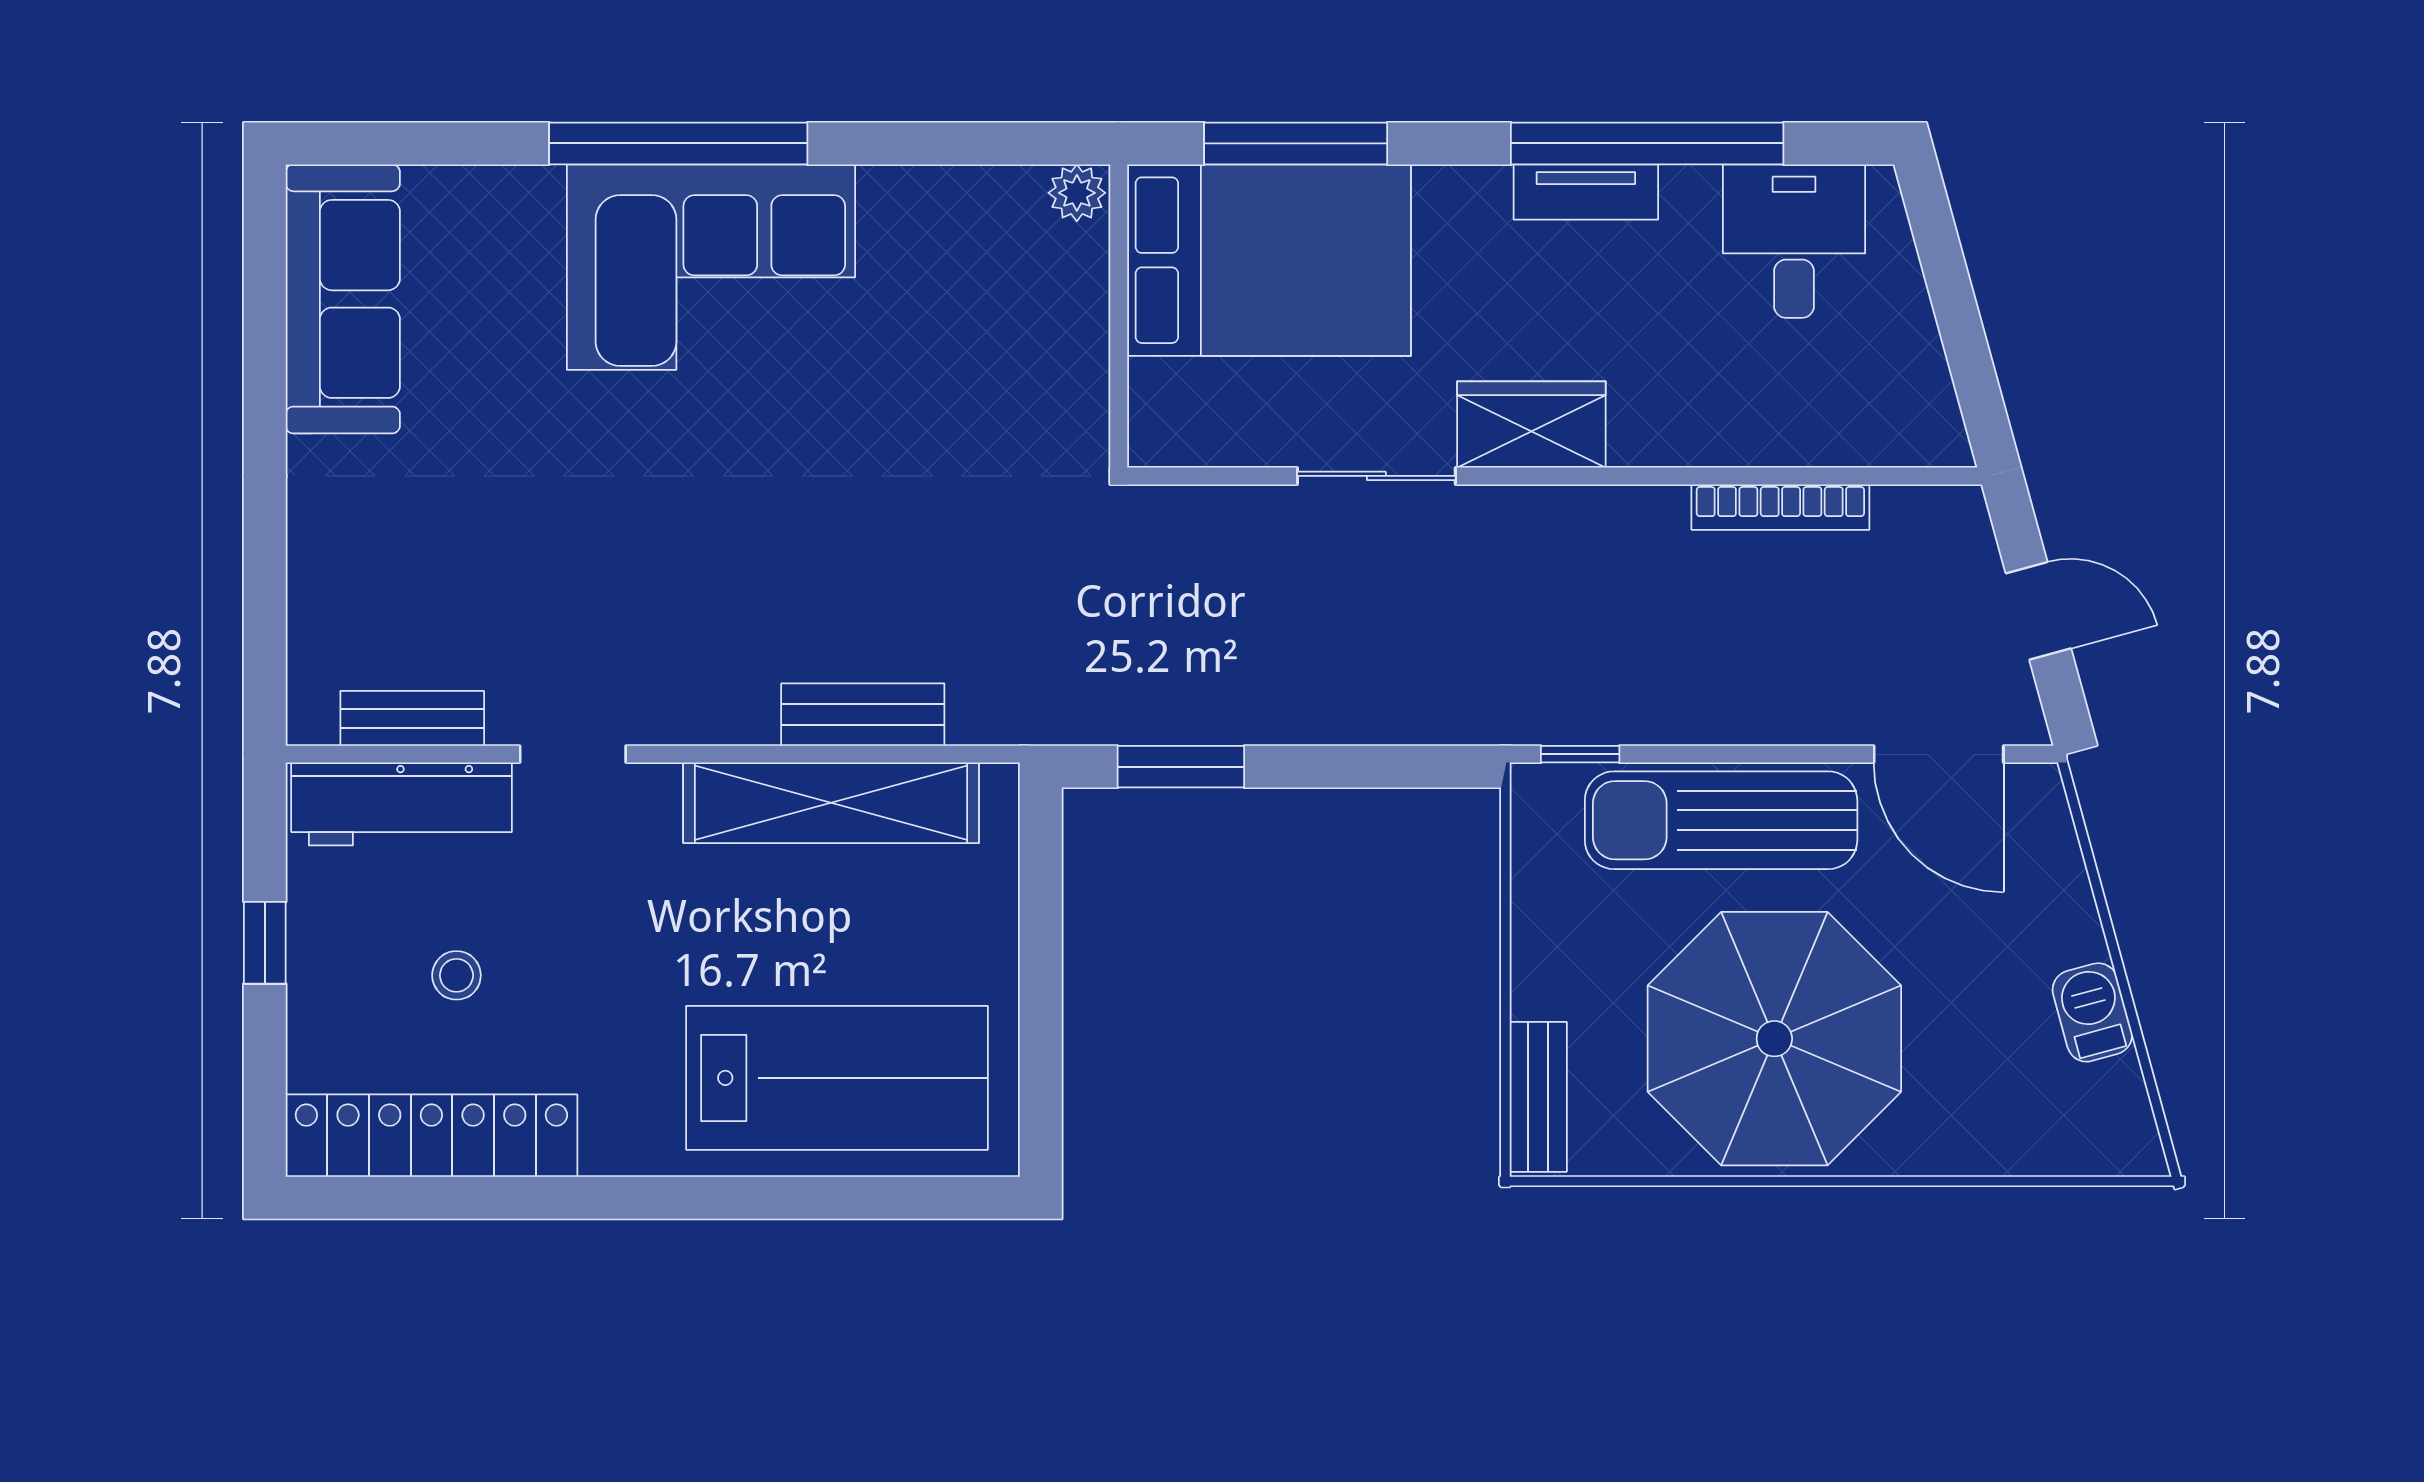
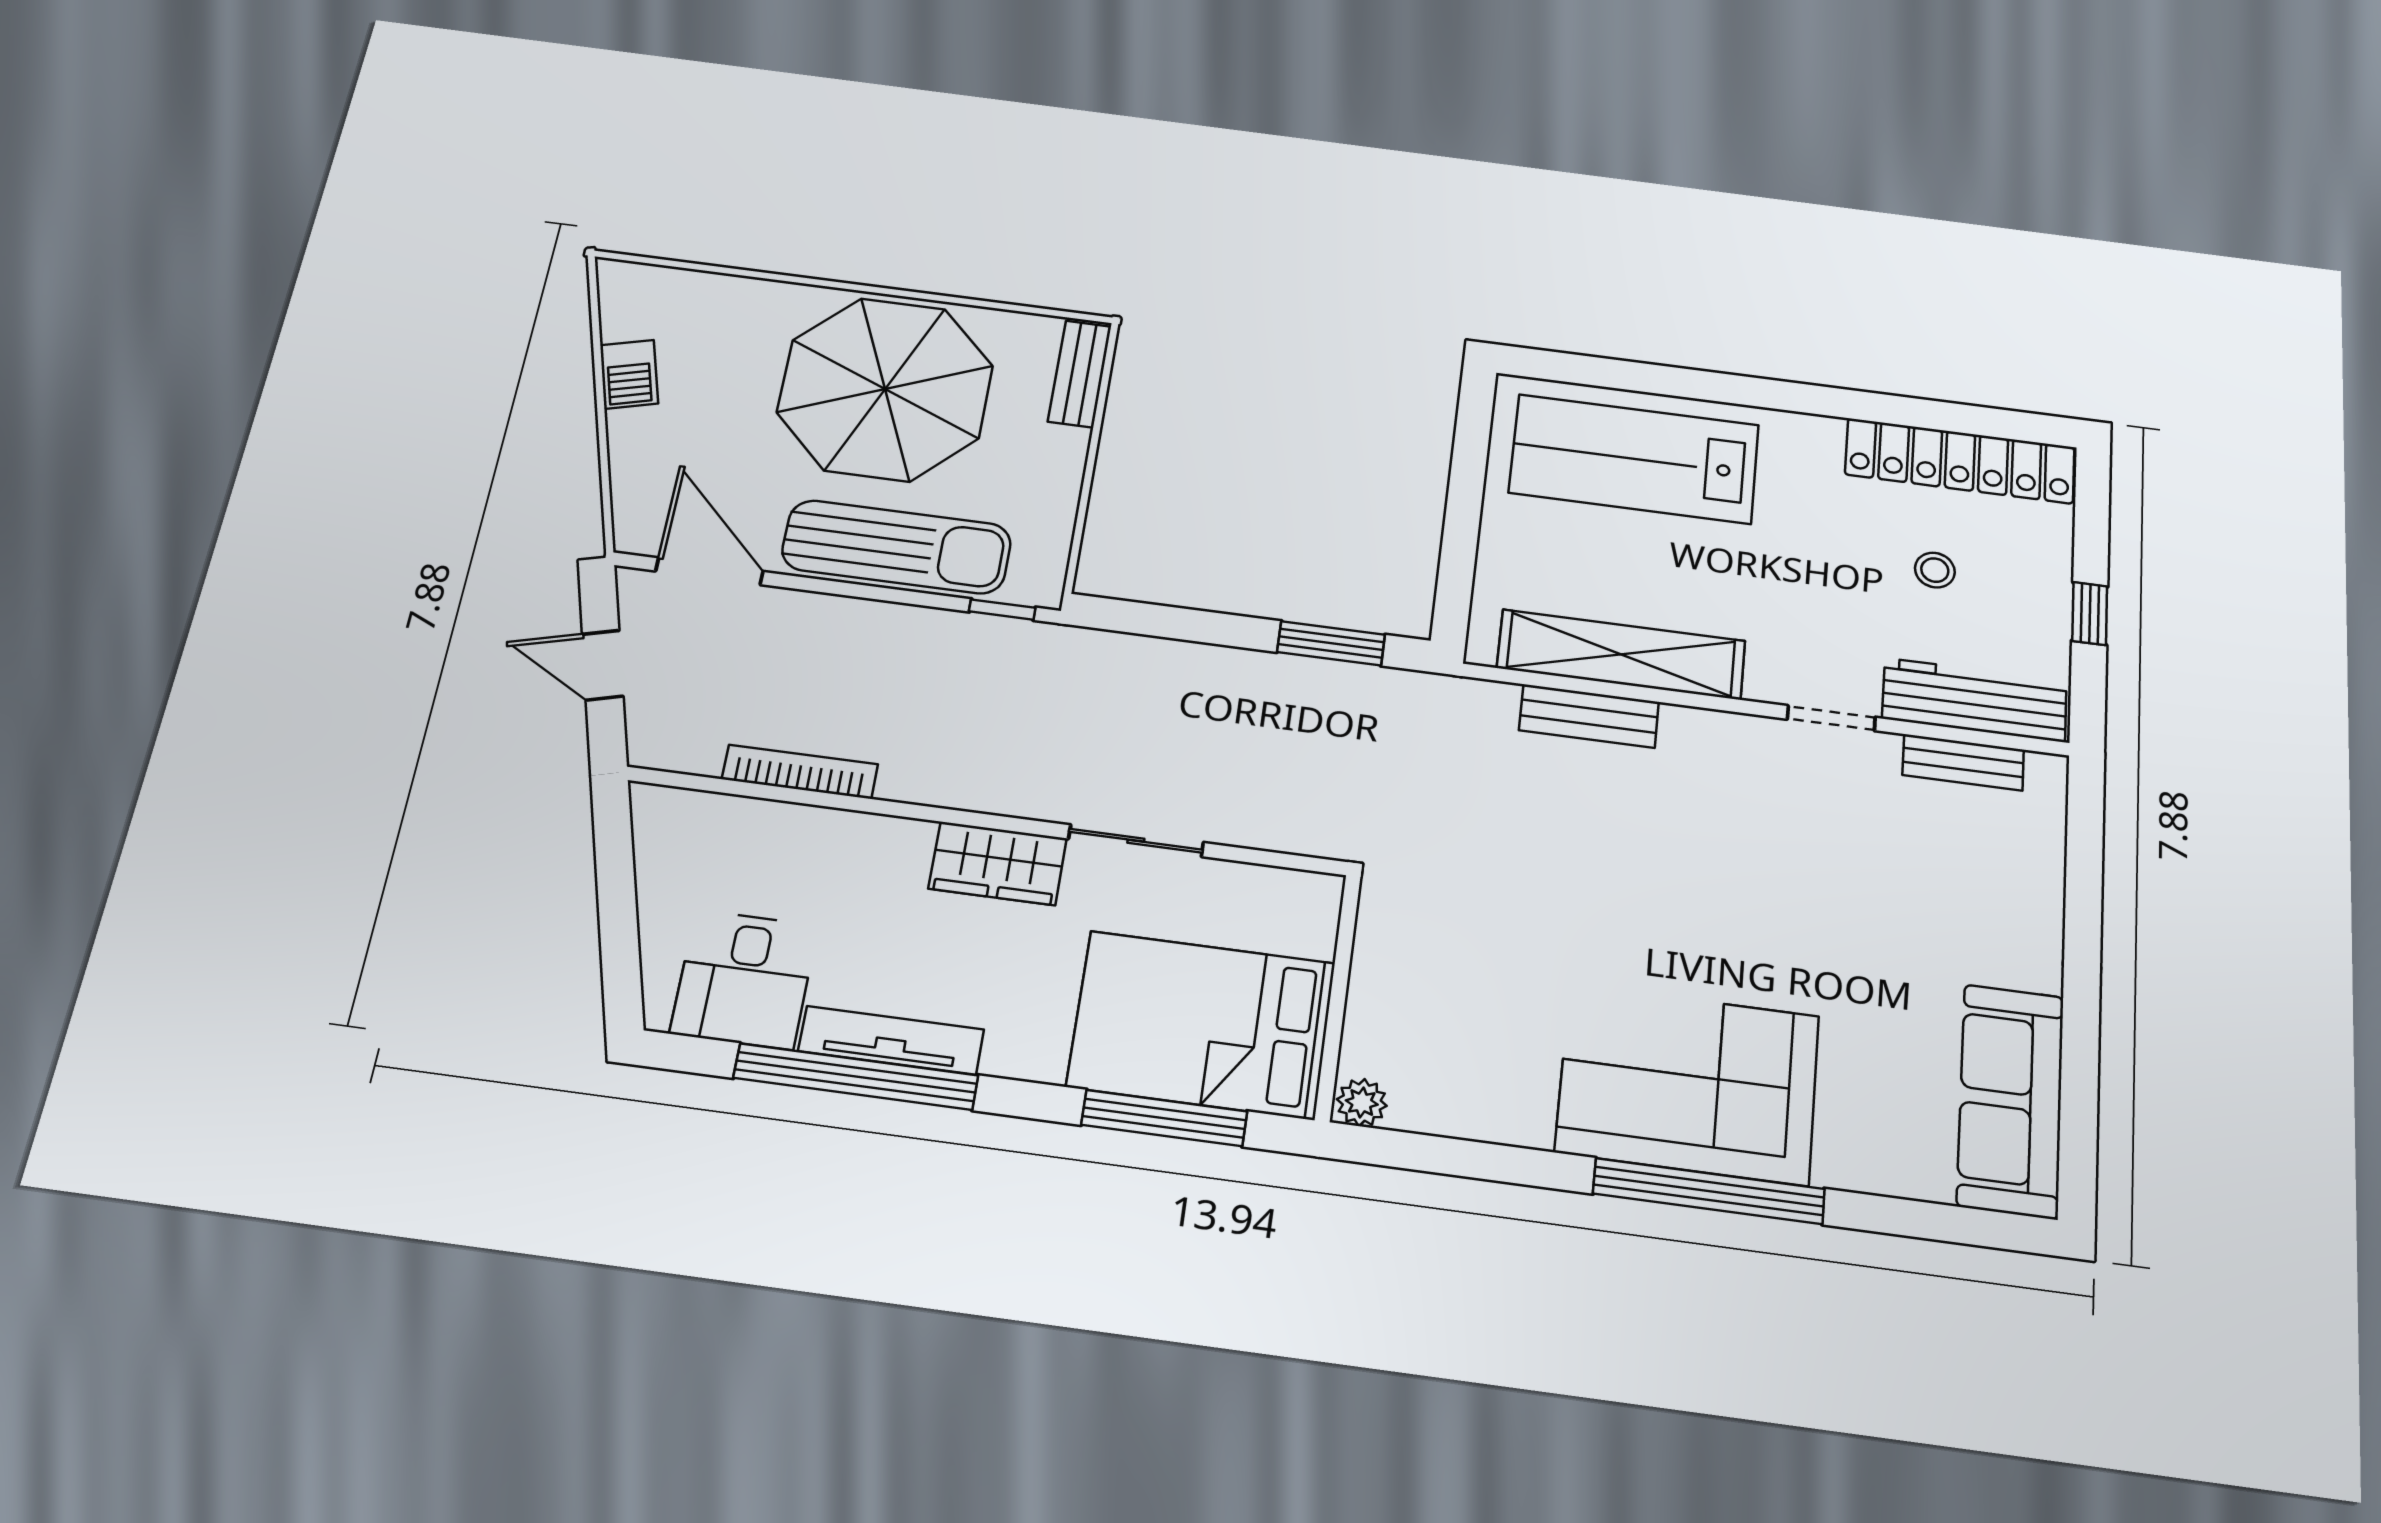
tv unit: (1586, 192) -> (891, 1040), width x1.41

